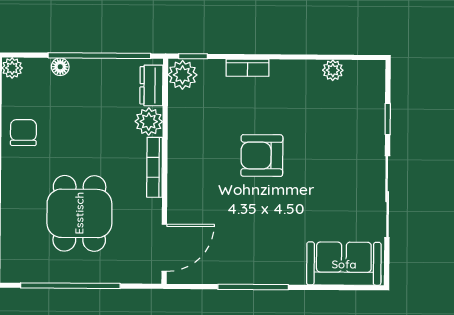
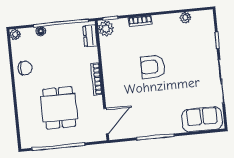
plant: (149, 122) -> (91, 55), removed
chair: (23, 133) -> (25, 68), turned 90

